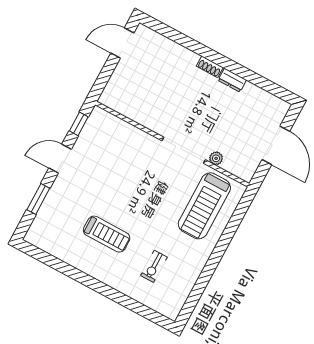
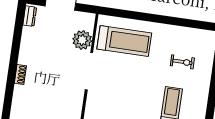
dresser: (232, 80) -> (30, 16), moved
plant: (216, 158) -> (82, 40), width x1.88, depth x1.88

